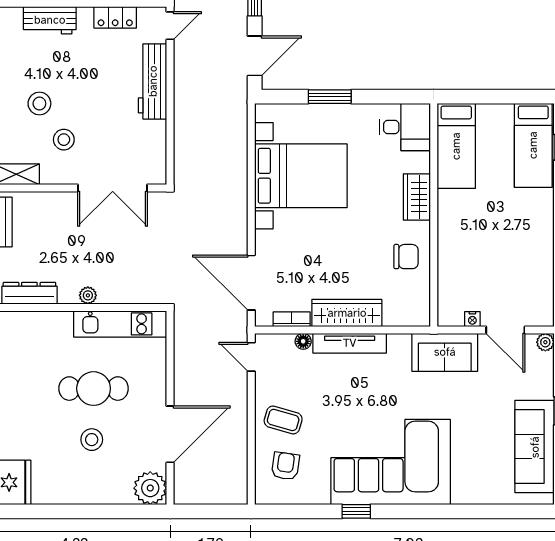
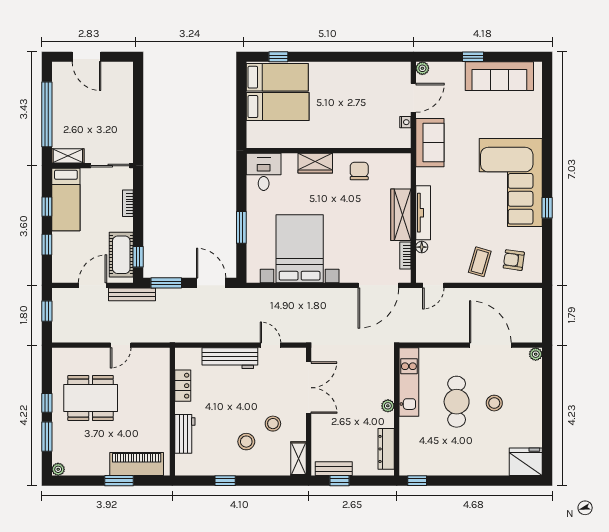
door: (170, 26) -> (270, 345), moved
bed: (456, 146) -> (278, 107), moved
plant: (150, 488) -> (536, 354), width x0.53, depth x0.53

